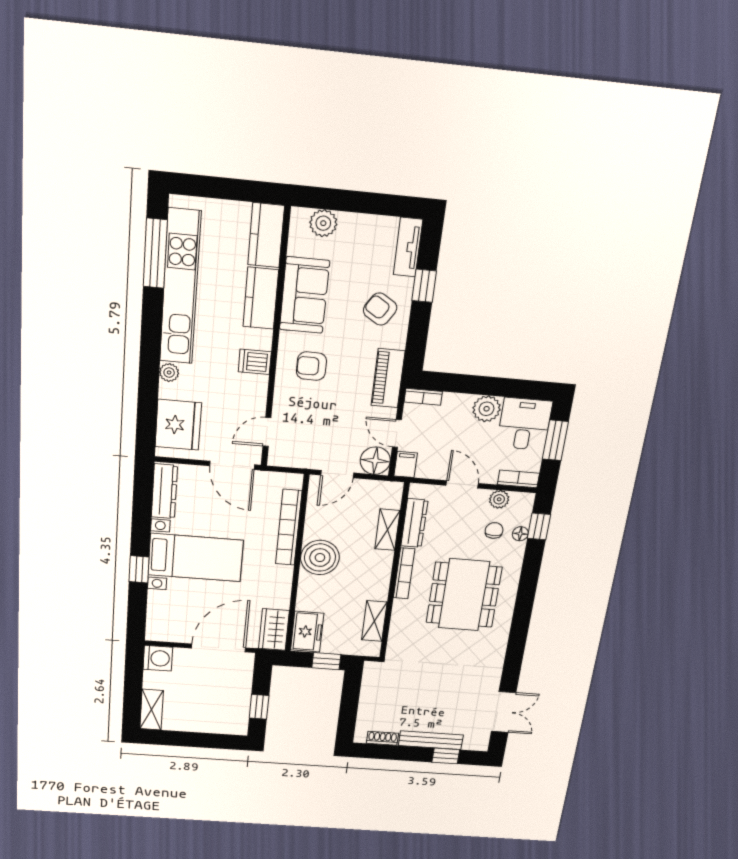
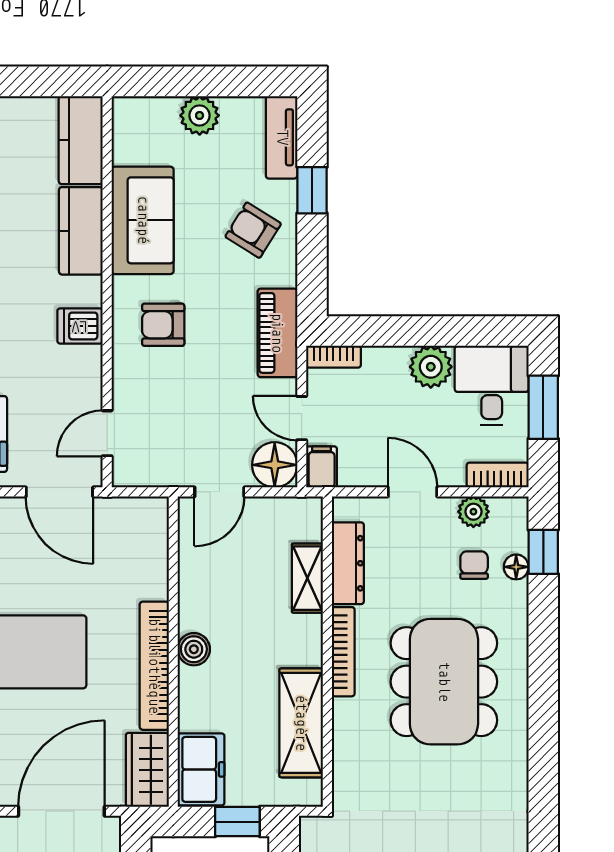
plant: (323, 223) -> (200, 115), moved
bookcase: (289, 528) -> (154, 666), moved
boiler: (320, 558) -> (194, 649), width x0.54, depth x0.54
shelving: (374, 621) -> (301, 723), width x1.50, depth x1.33

